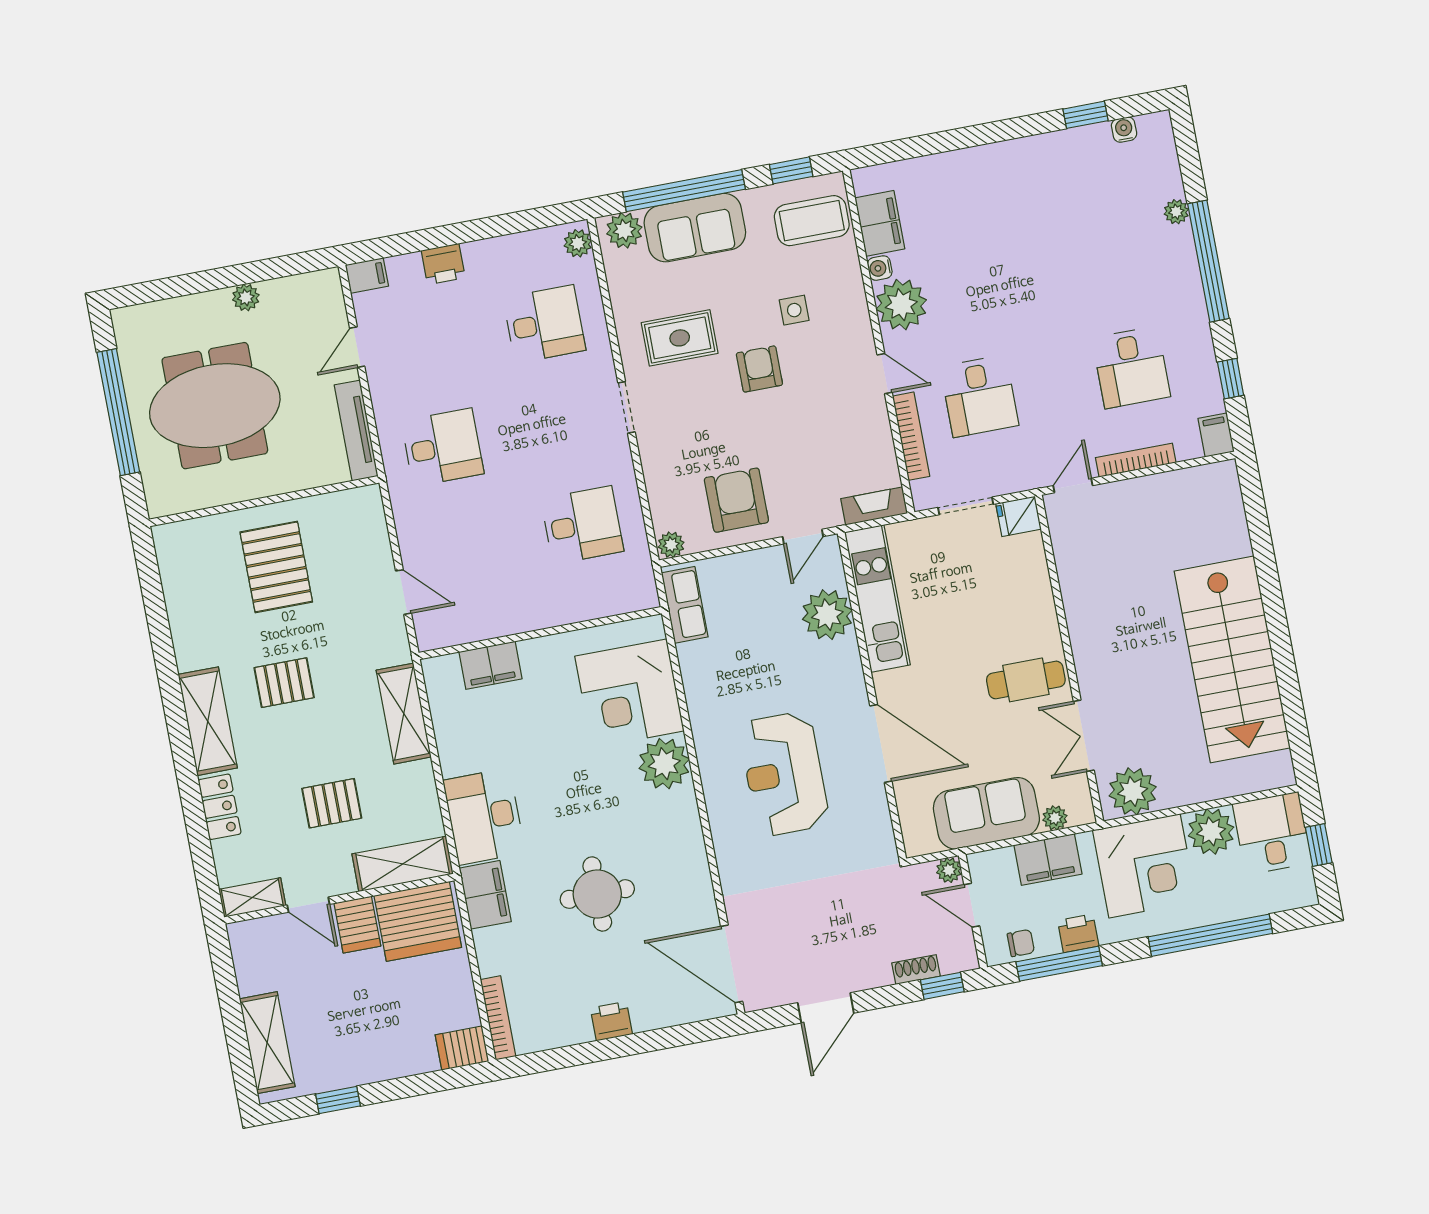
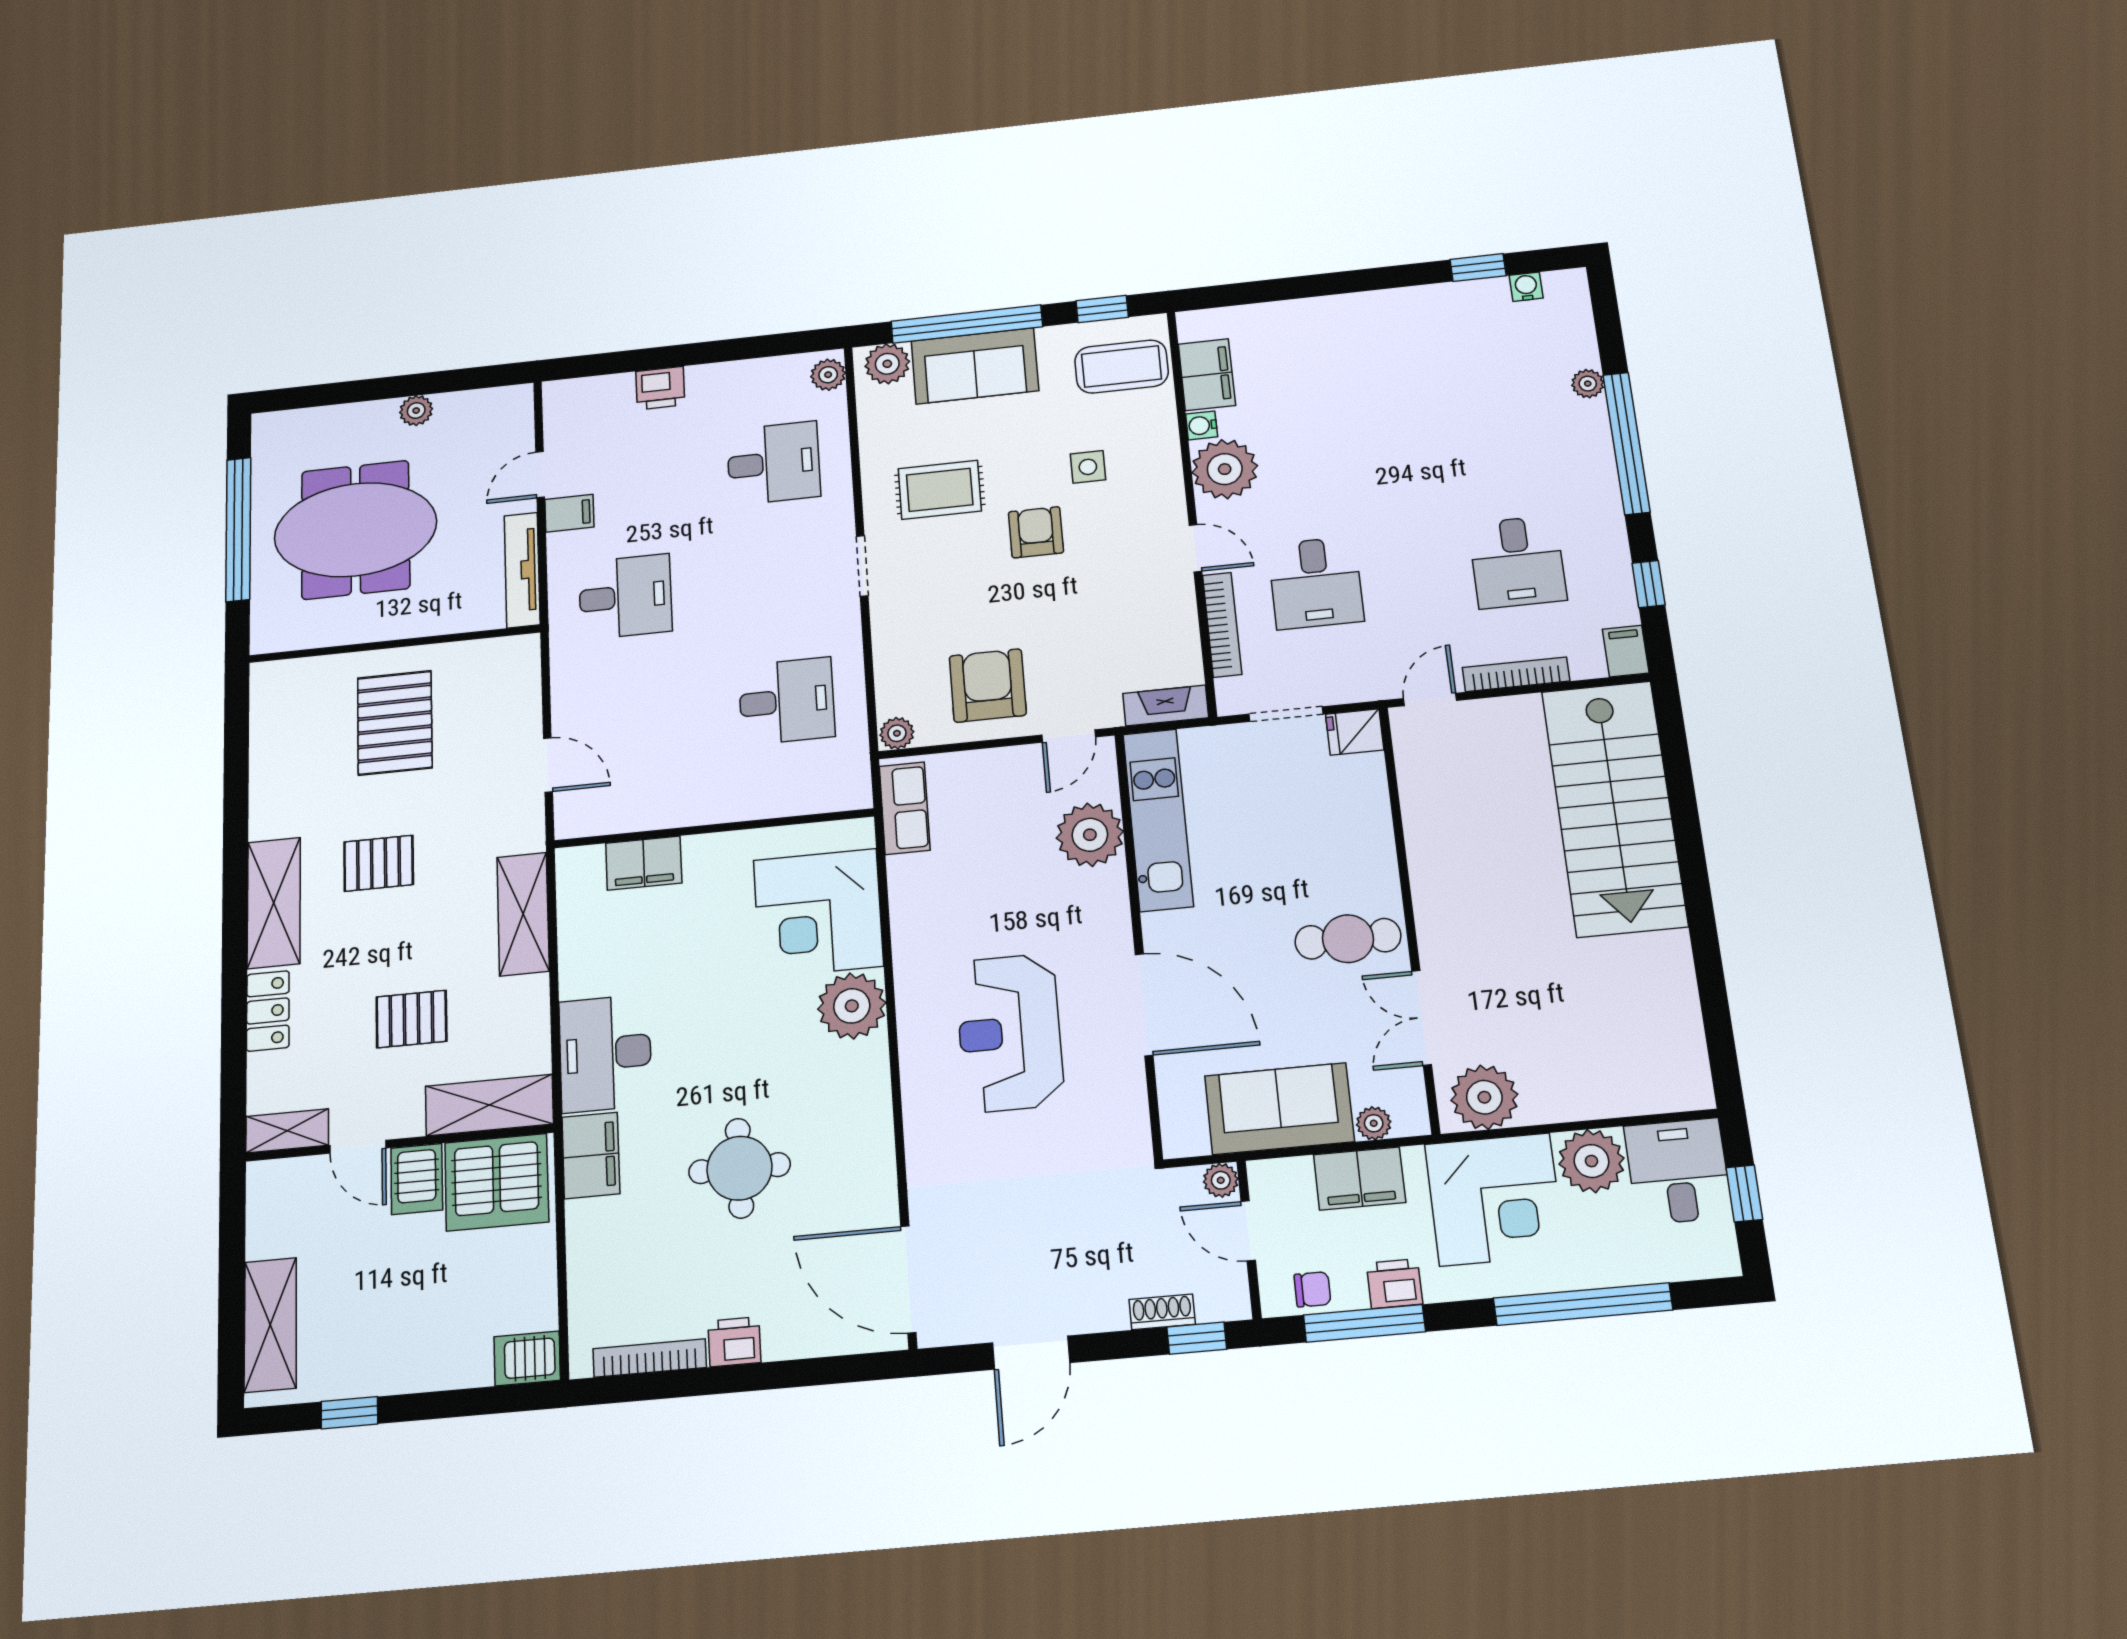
filing cabinet: (367, 275) -> (569, 513), moved
stairs: (1232, 659) -> (1614, 808), moved
bookcase: (498, 1018) -> (650, 1358), moved, turned -90

